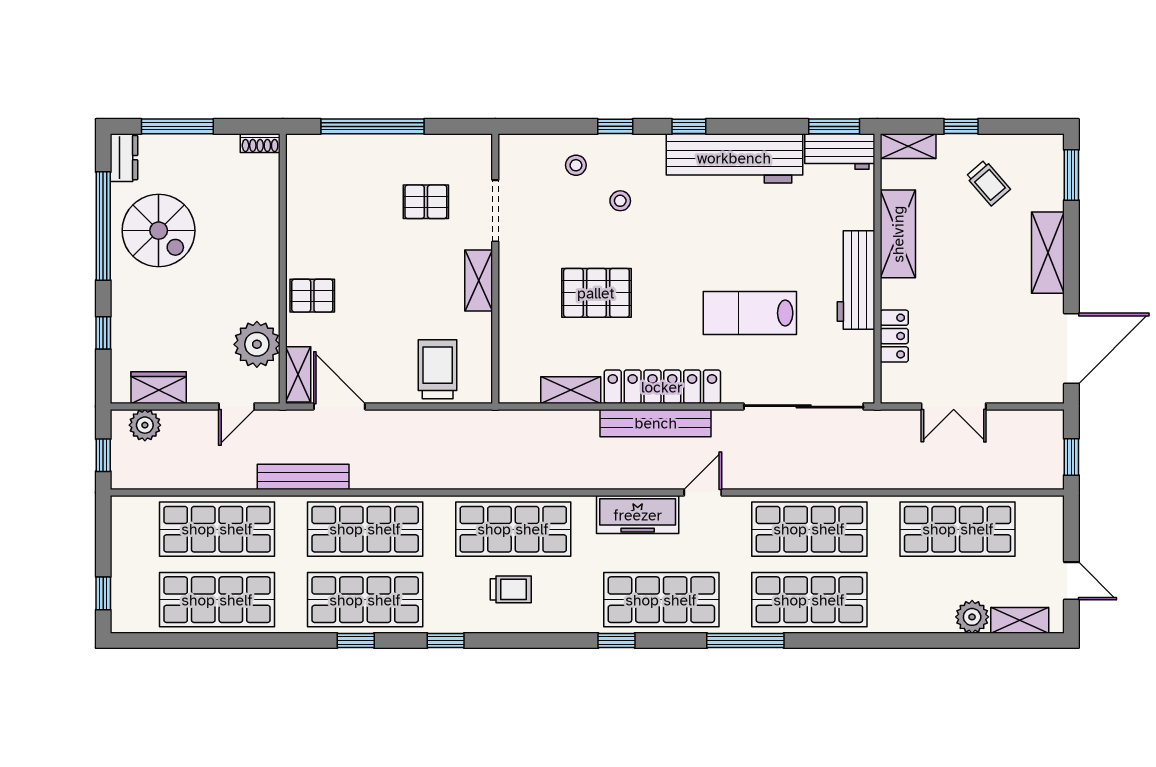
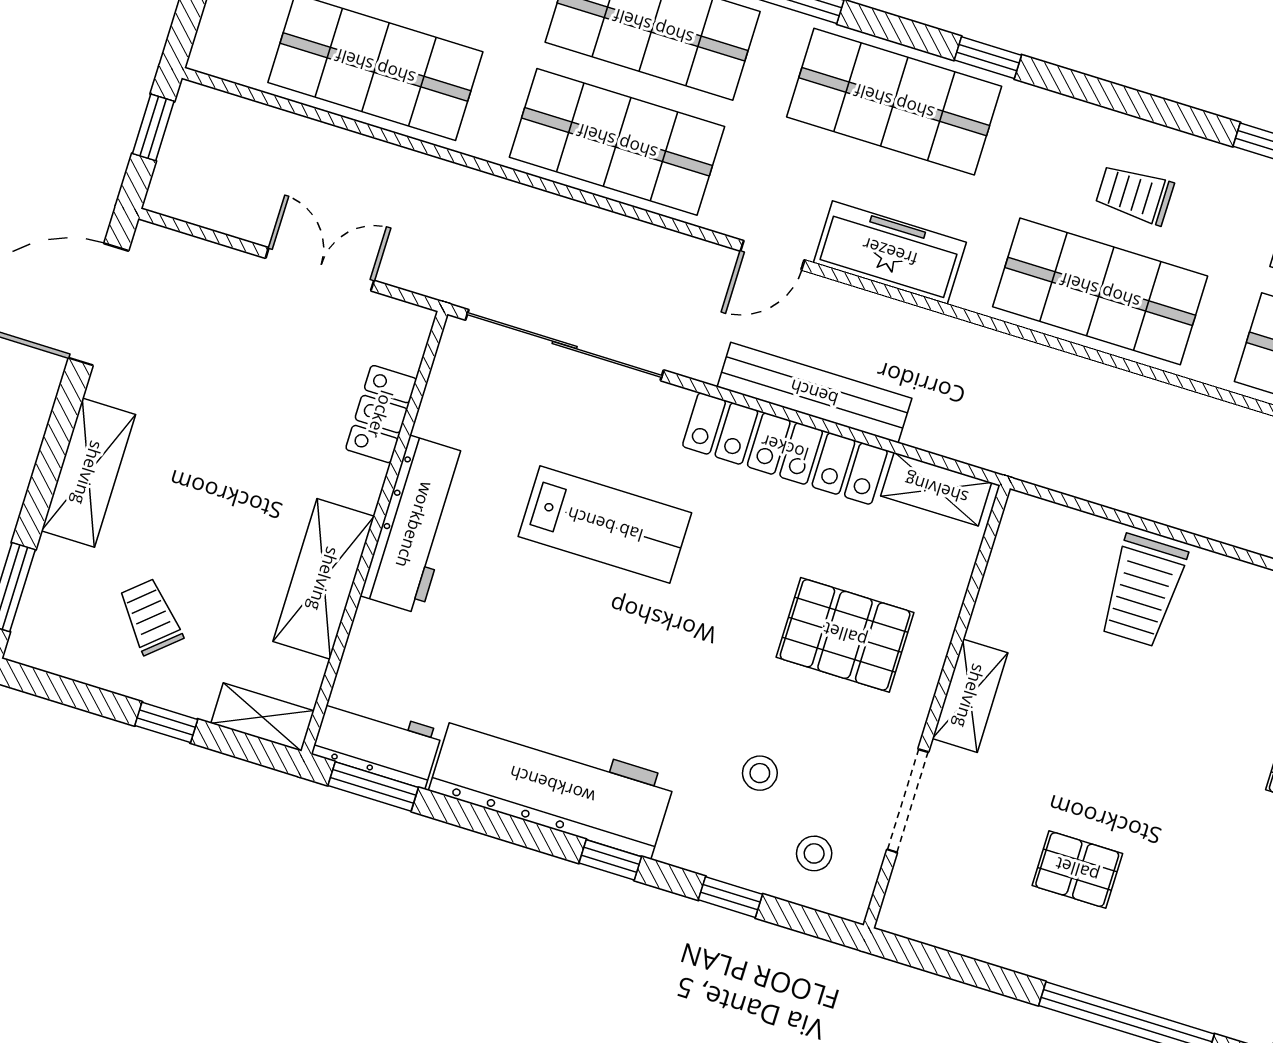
doorway: (495, 211) -> (908, 801), moved
wall: (495, 269) -> (937, 707), moved
shelving: (479, 280) -> (970, 696), moved

